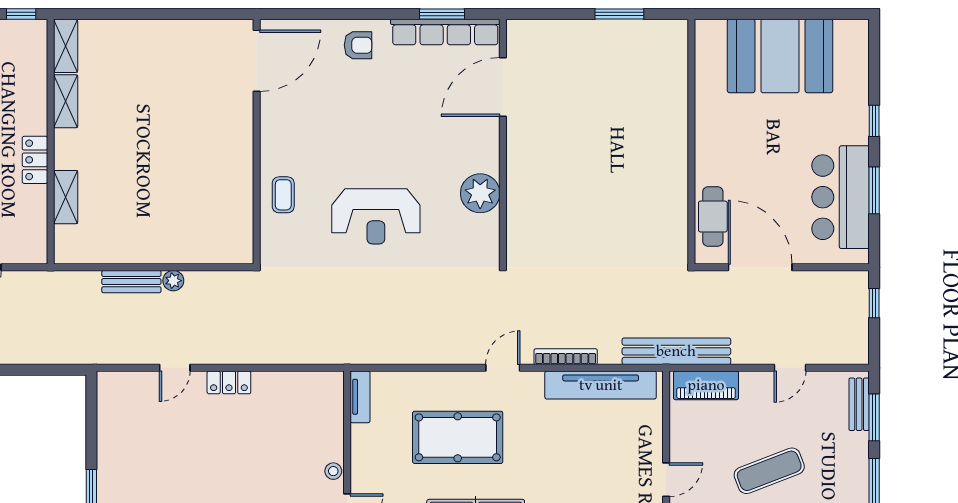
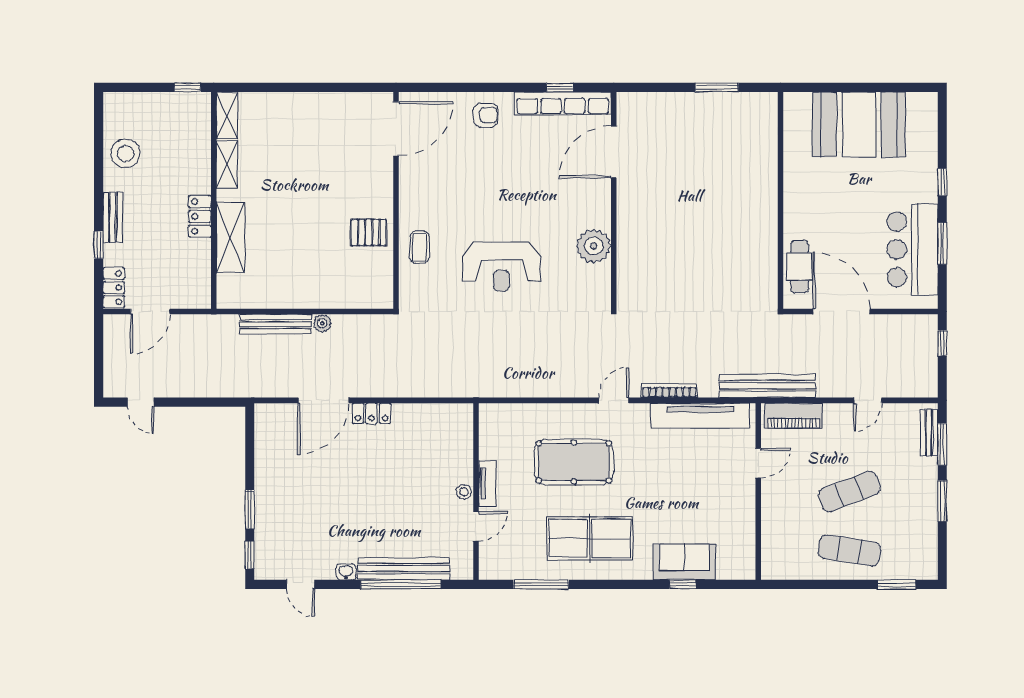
window: (442, 14) -> (560, 87), width x0.67
pallet: (226, 178) -> (369, 232), added
shelving: (66, 197) -> (231, 238), width x1.50, depth x1.33
bench: (131, 282) -> (276, 324), width x1.36
door: (175, 368) -> (323, 400), width x1.87
tv unit: (360, 397) -> (487, 484), moved
door: (666, 480) -> (758, 463), moved

